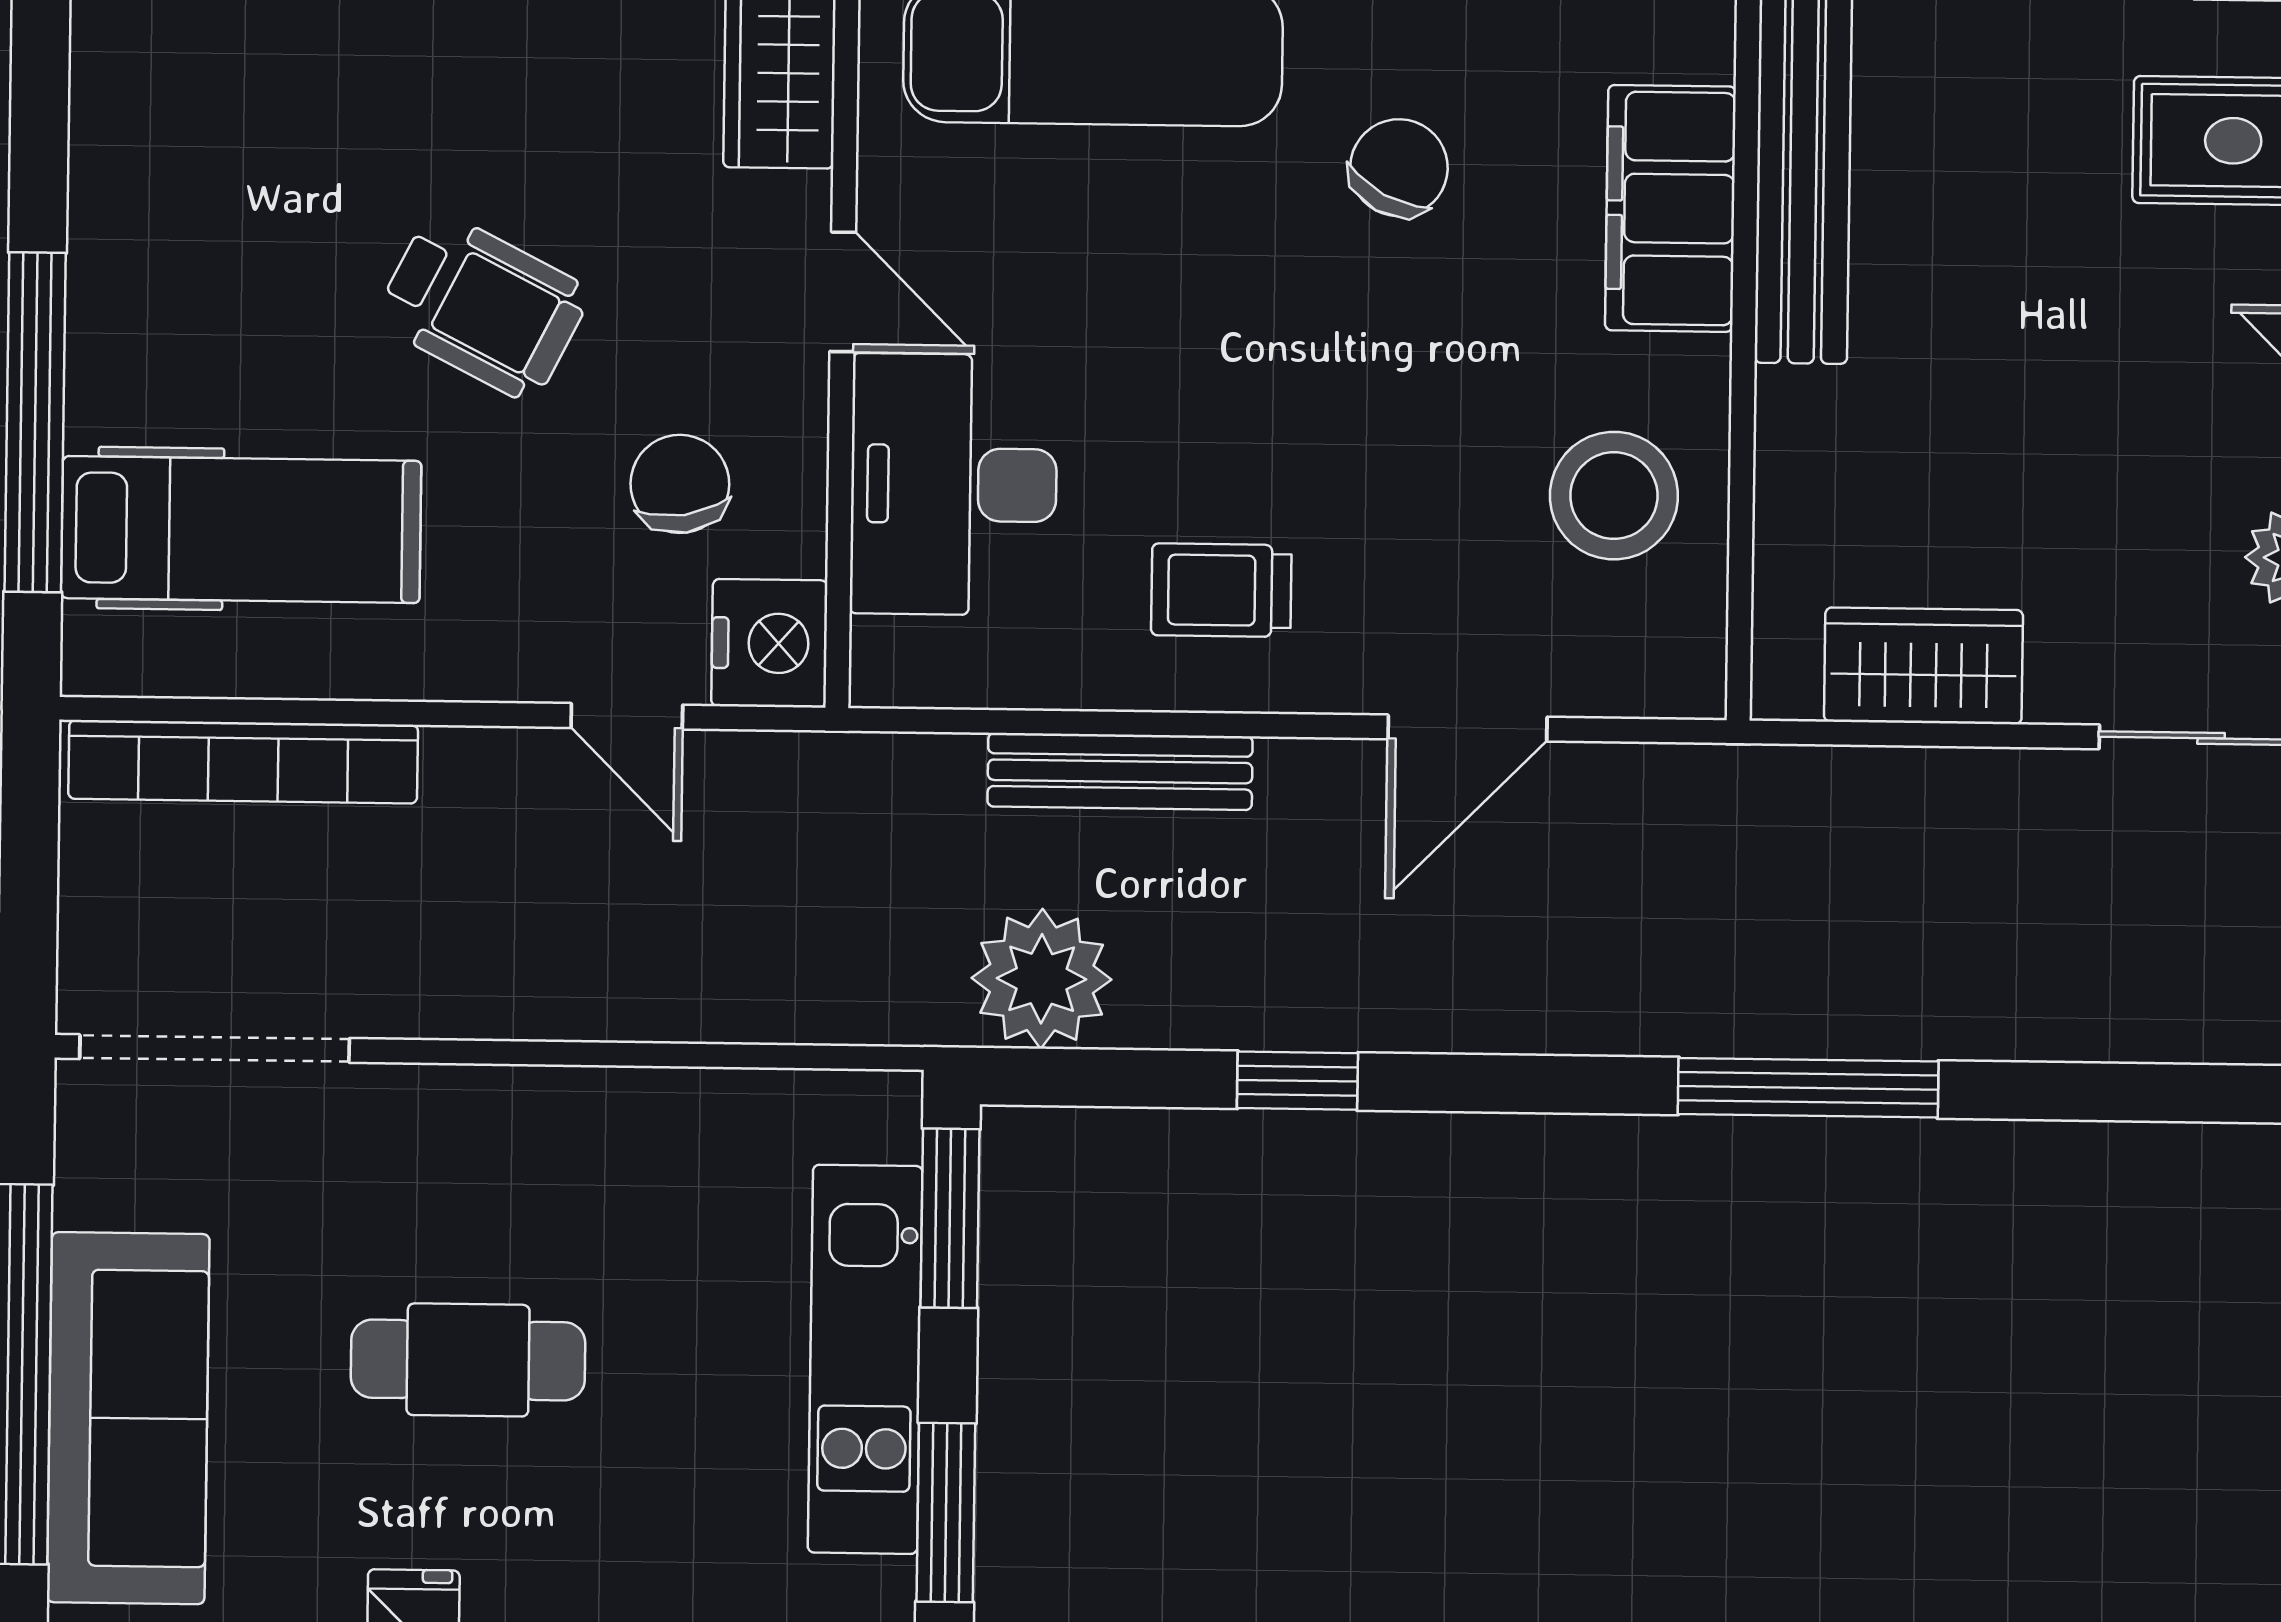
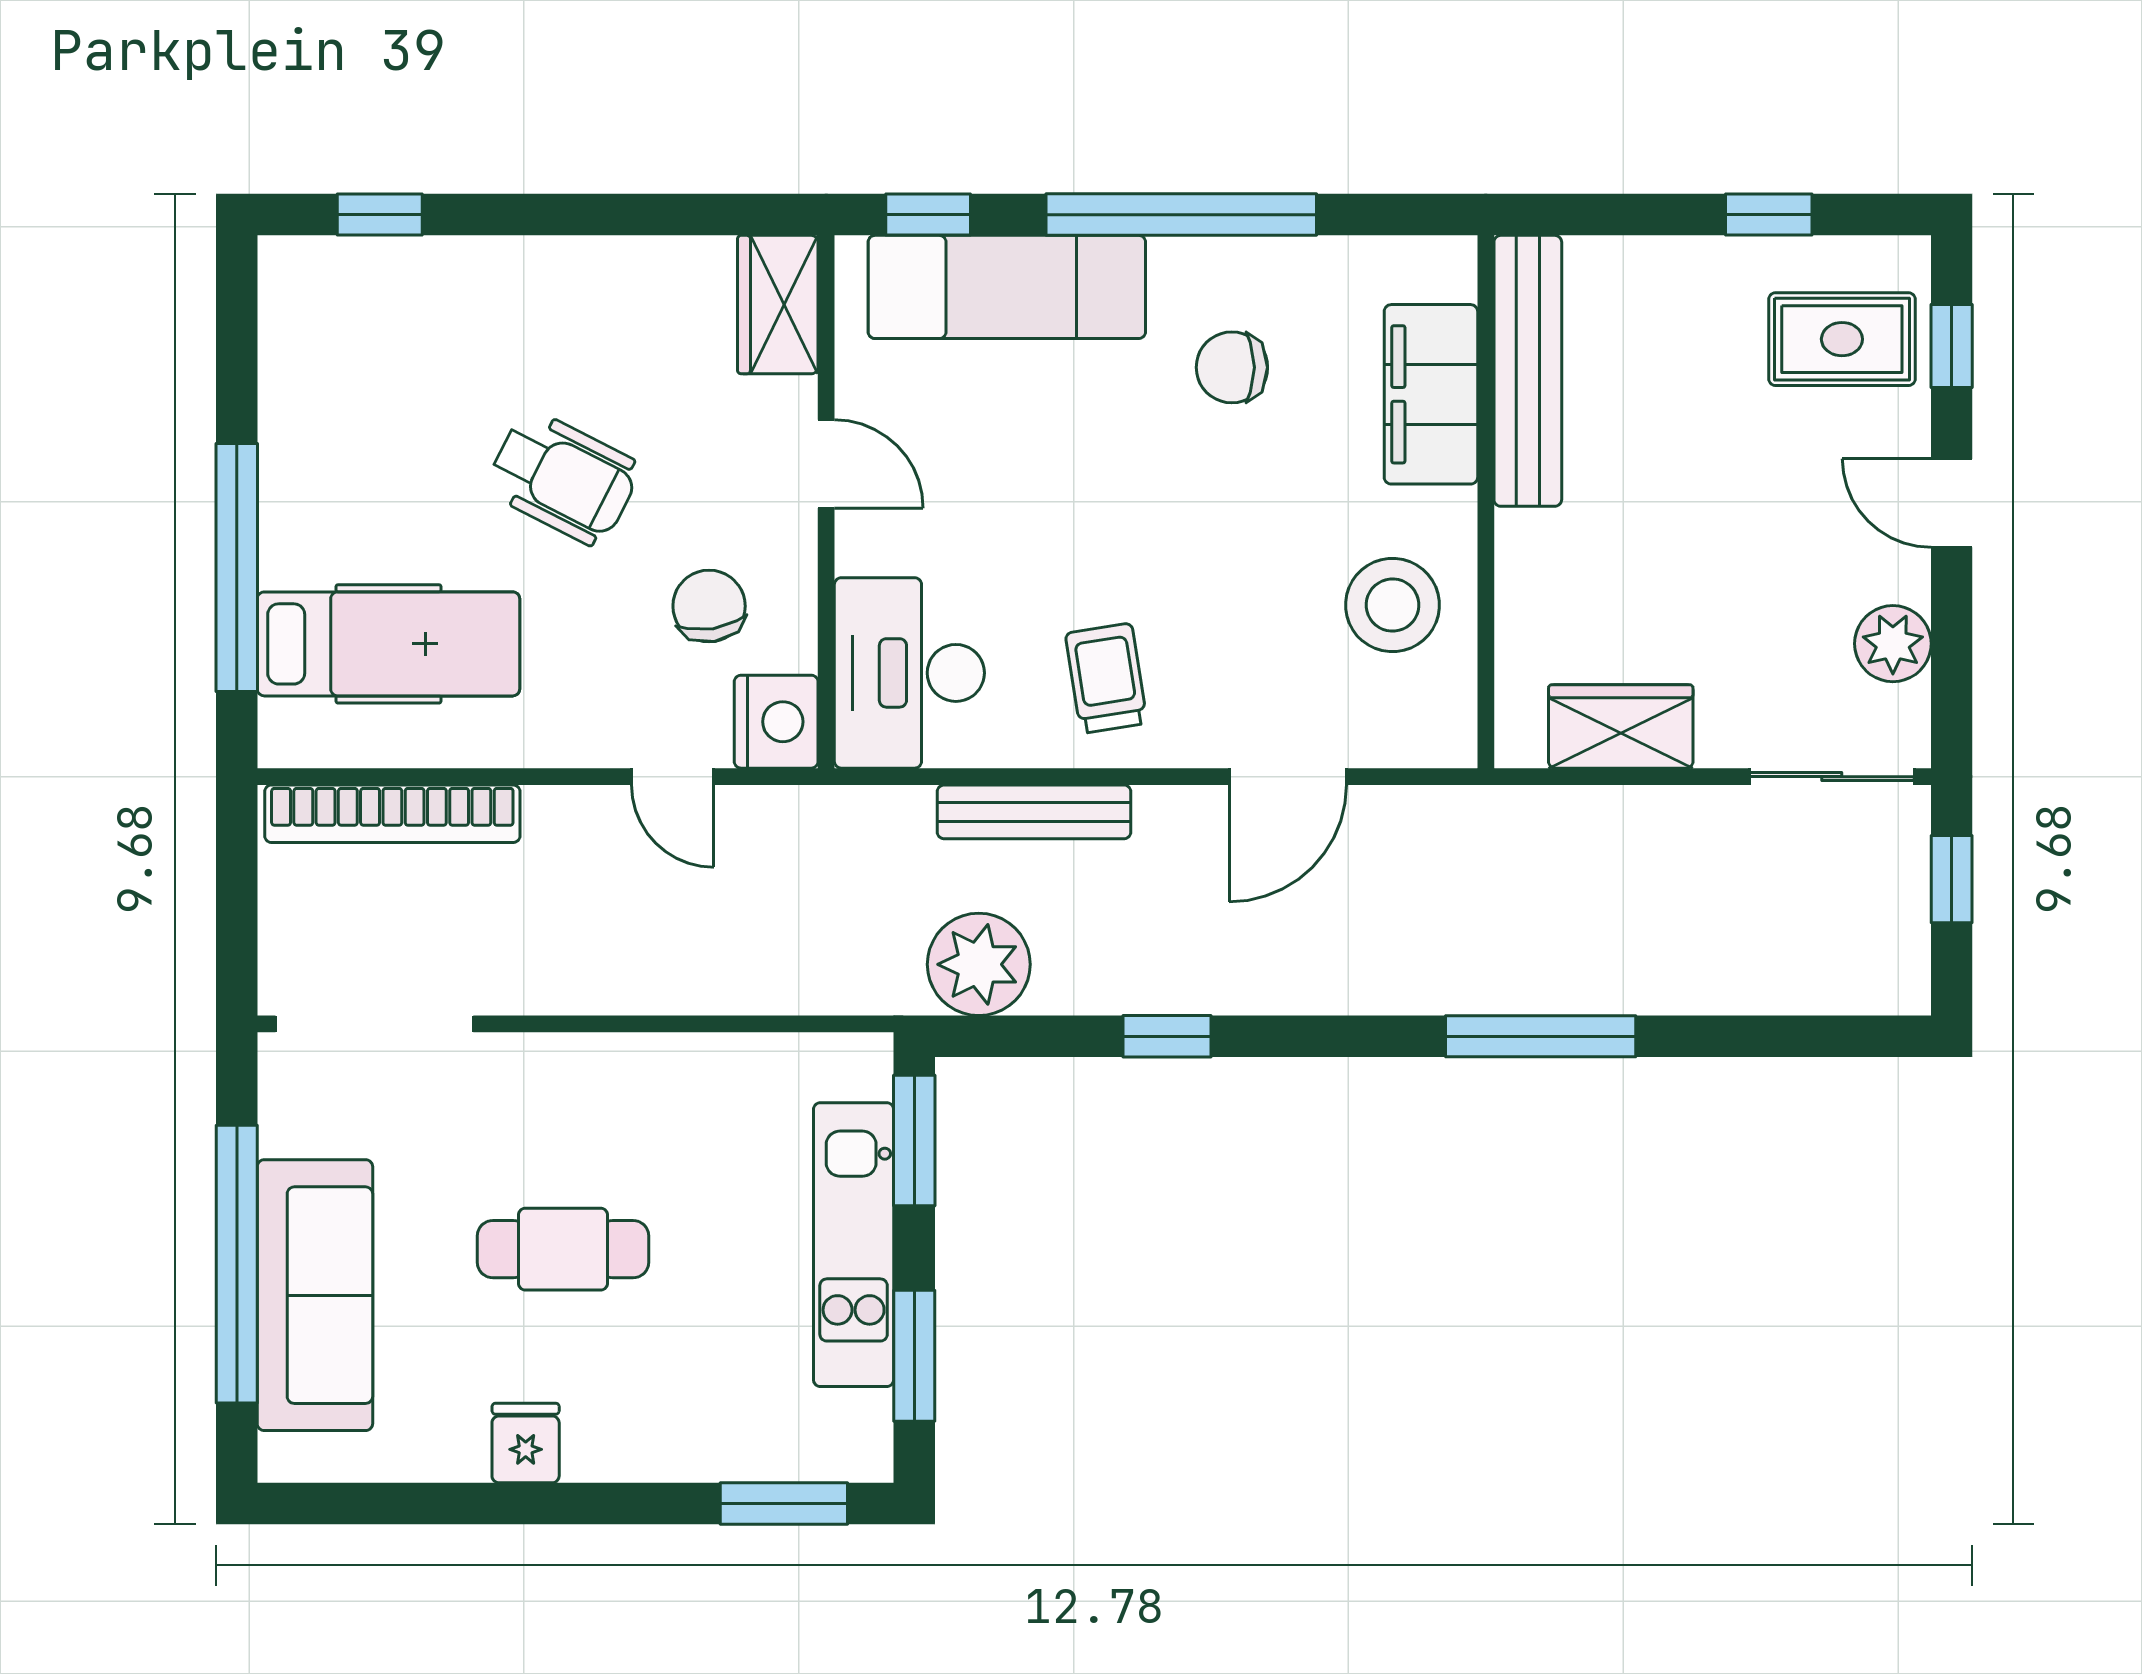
chair: (1399, 168) -> (1232, 367), turned -118
desk: (954, 484) -> (909, 673), moved
trolley: (1221, 590) -> (1106, 678), turned 81

